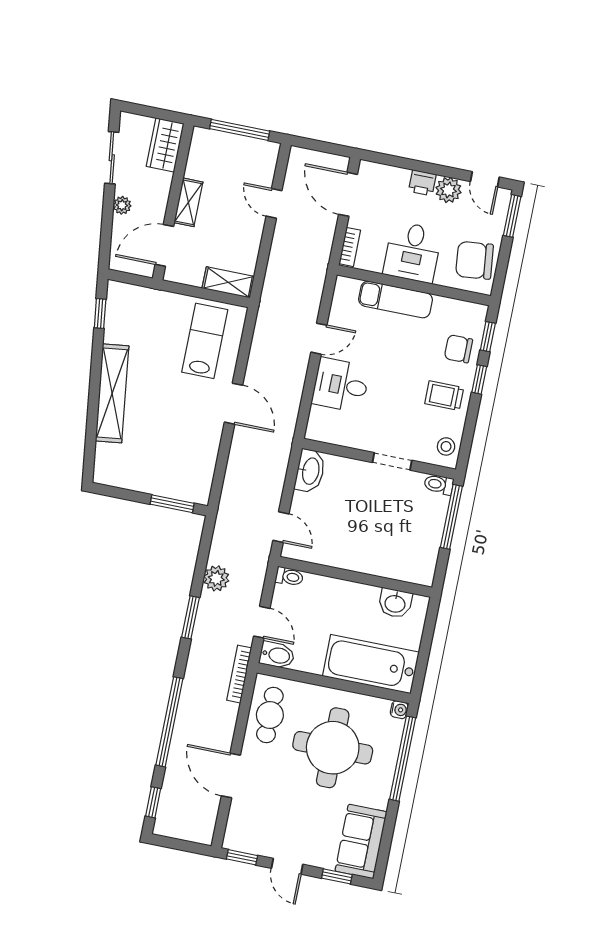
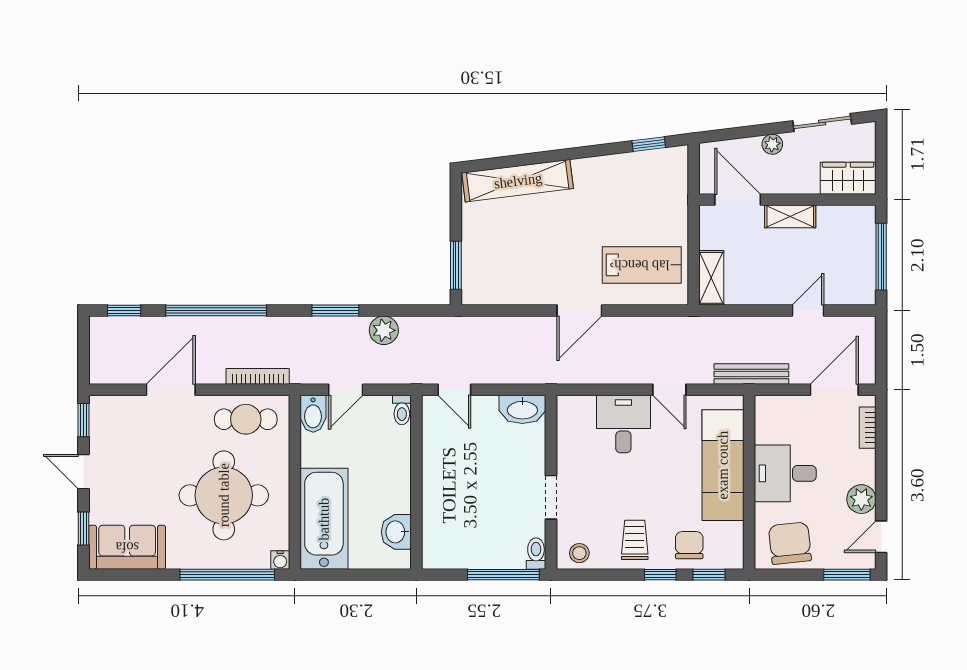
printer: (422, 183) -> (863, 469), removed
bookcase: (350, 247) -> (868, 428), moved, turned 90
bench: (320, 264) -> (751, 374), added
exam couch: (395, 299) -> (723, 465), width x1.36, depth x1.45
shelving: (112, 393) -> (518, 181), moved
door: (281, 527) -> (454, 390), hinge flipped
bookcase: (239, 674) -> (258, 376), moved
door: (287, 866) -> (84, 472), hinge flipped

